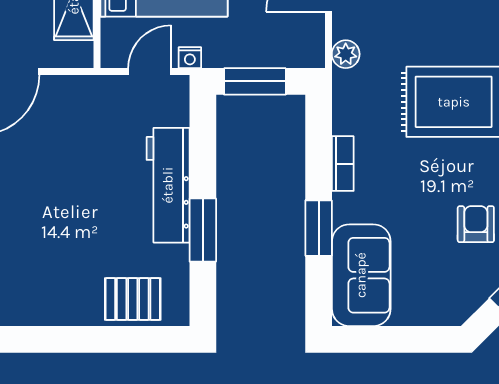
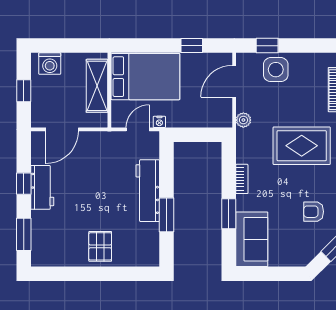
window: (255, 81) -> (194, 135), removed
armchair: (476, 224) -> (314, 212), turned -90
pallet: (133, 299) -> (100, 246), moved, turned 90

